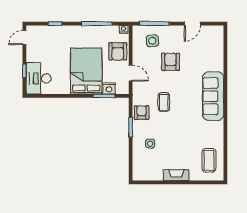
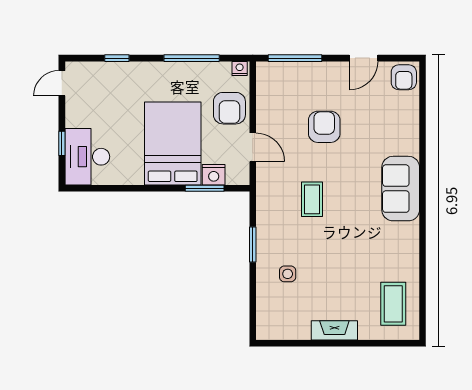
side table: (152, 41) -> (292, 89), removed
sofa: (213, 96) -> (401, 189), width x0.73
armchair: (142, 113) -> (404, 77), moved, turned 180

